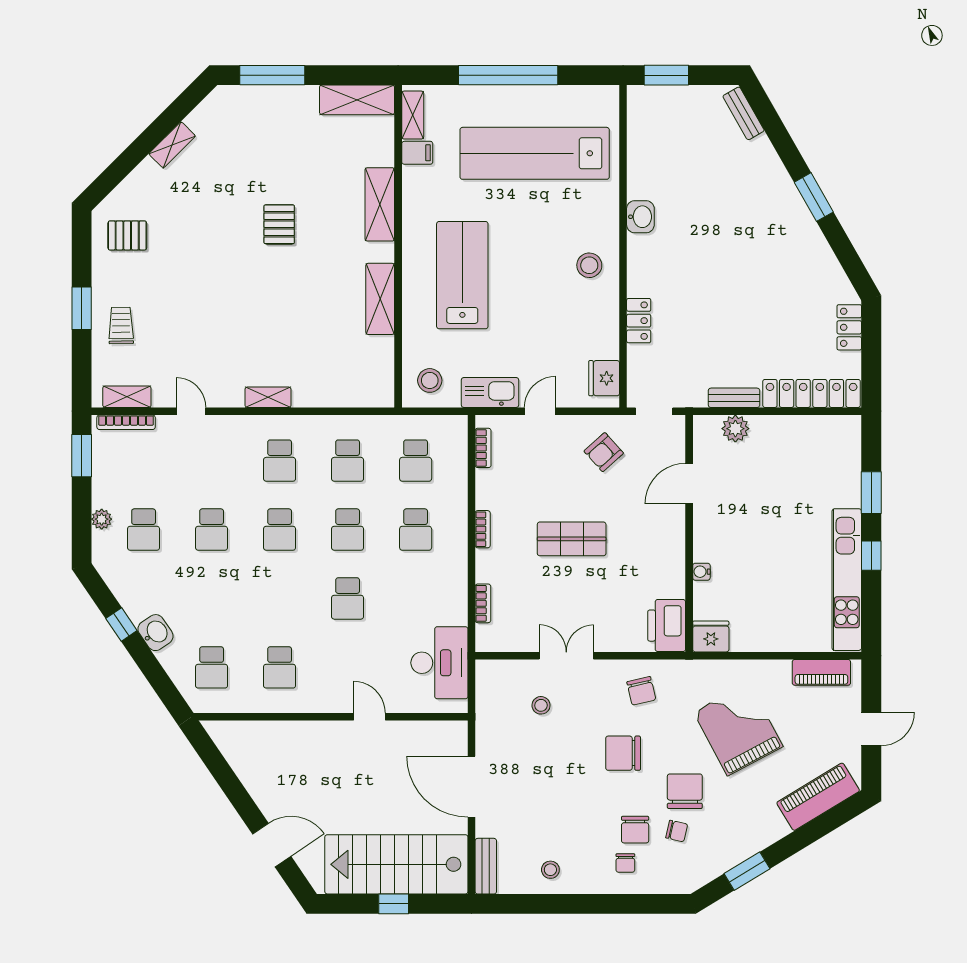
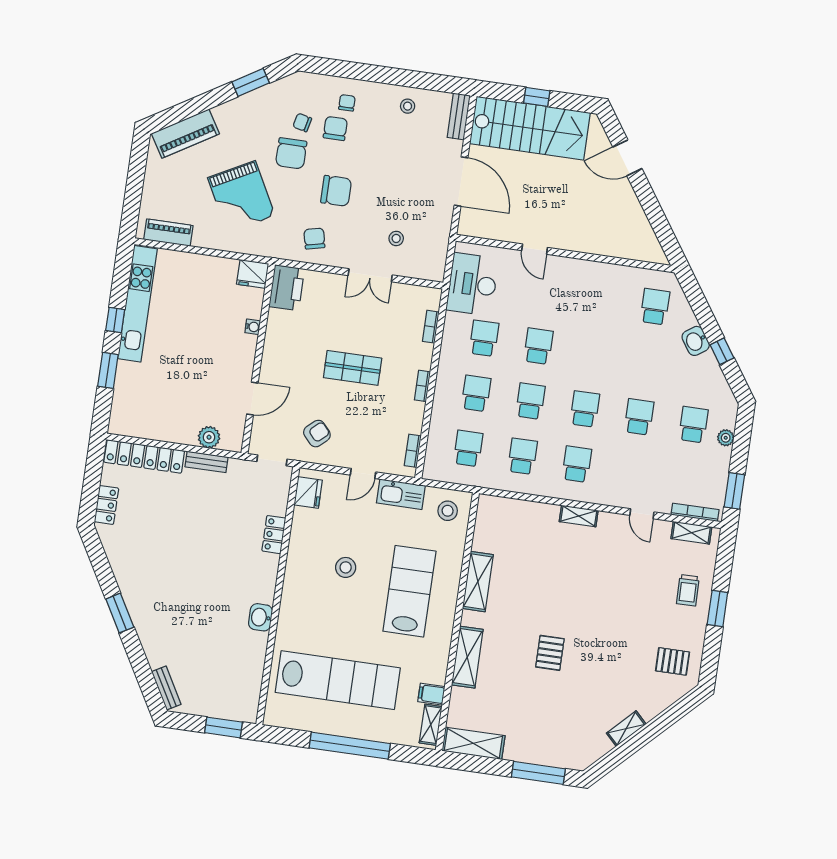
stool: (589, 265) -> (346, 567), moved
lab bench: (462, 275) -> (409, 591), turned 180
school desk: (280, 667) -> (484, 338), moved
door: (871, 729) -> (135, 182), removed

